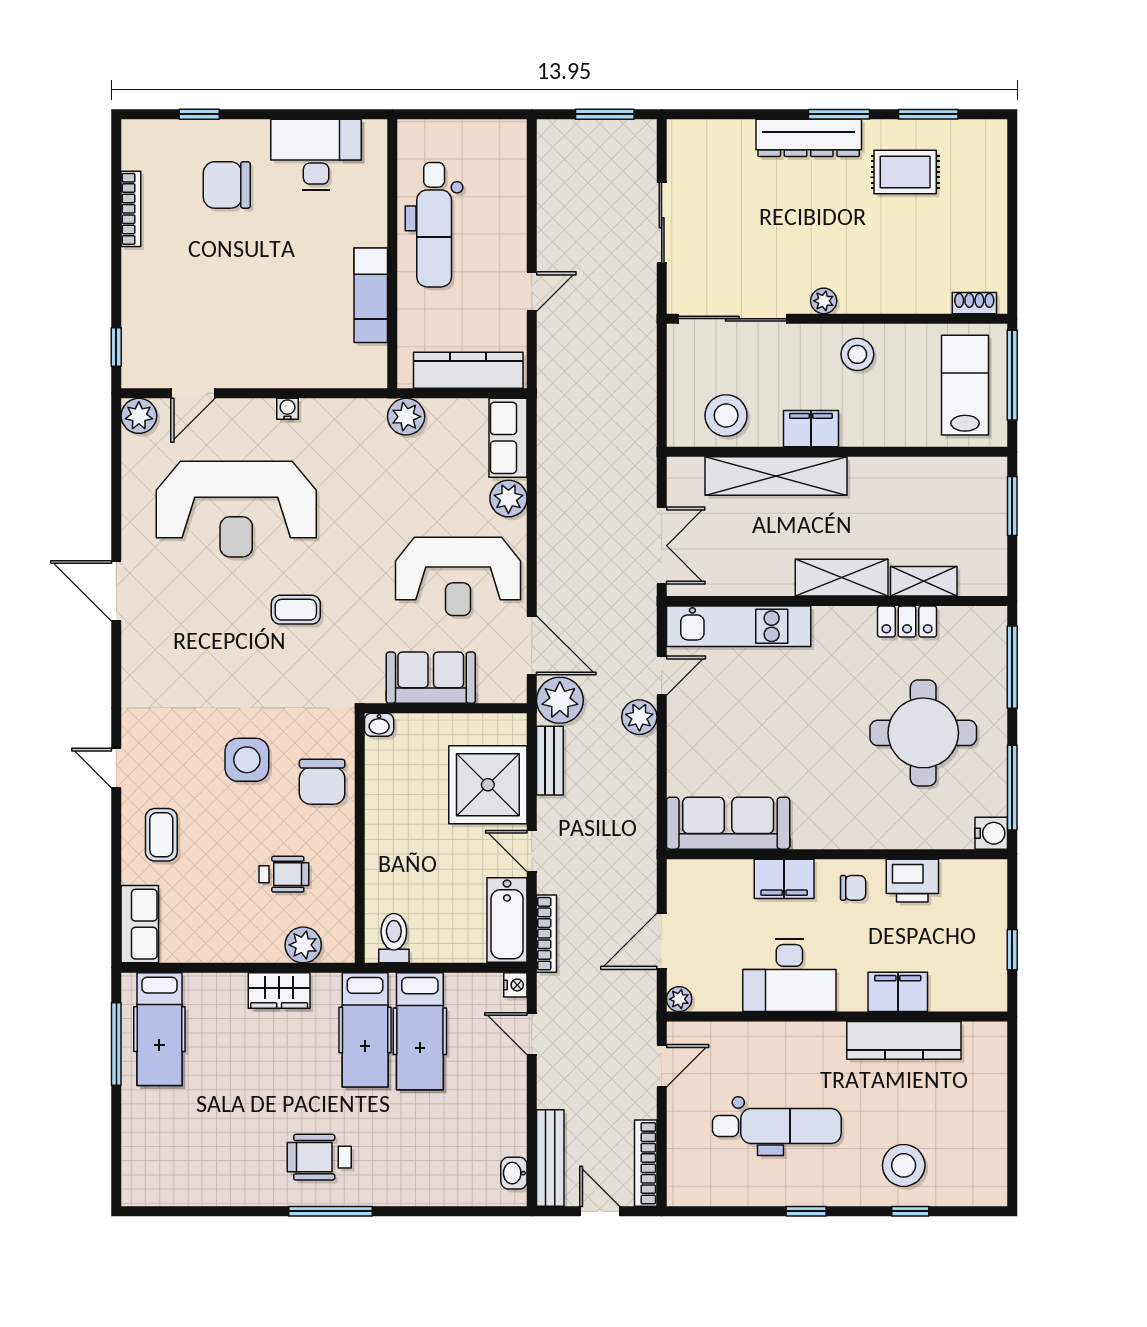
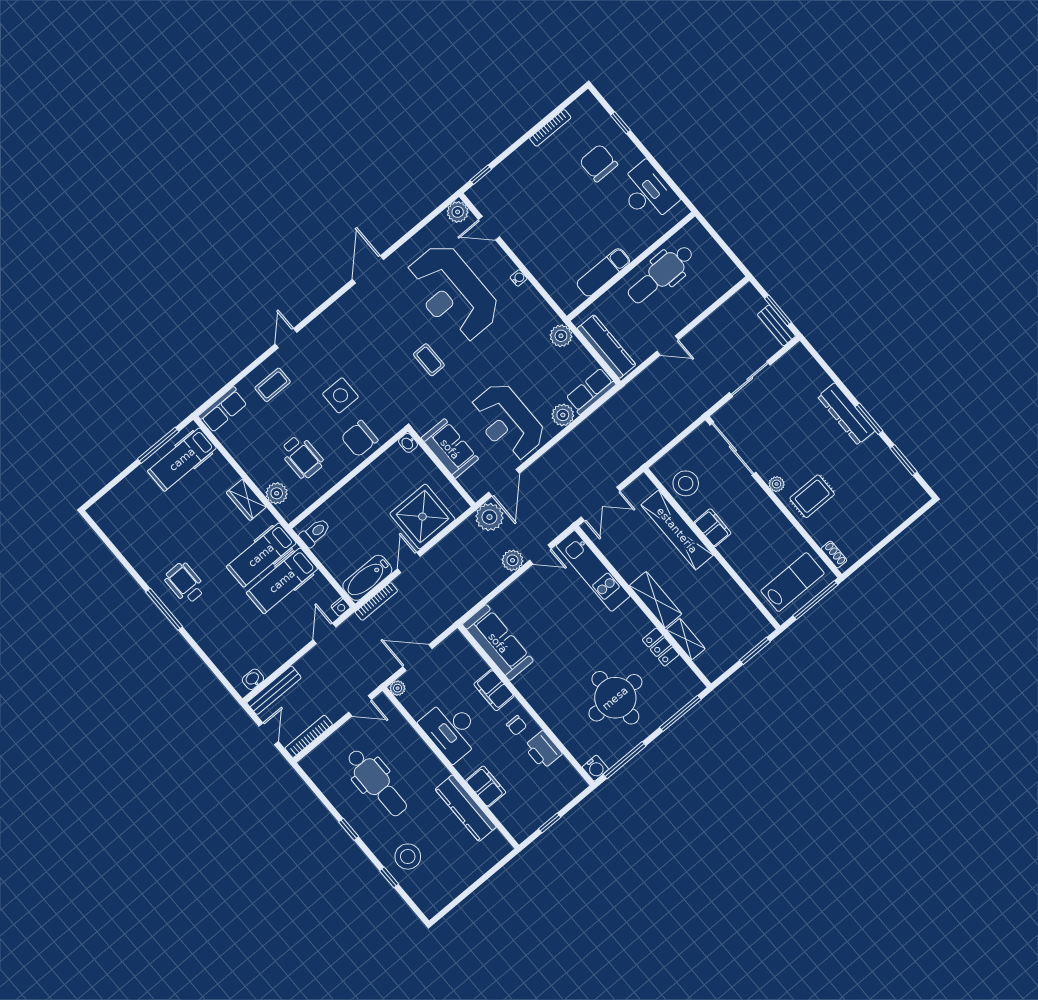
rug: (905, 172) -> (812, 496), moved, turned 90
stool: (857, 354) -> (765, 520), removed
bench: (550, 761) -> (776, 325), moved, turned 90
wheelchair: (284, 874) -> (302, 457), width x1.36, depth x1.37

